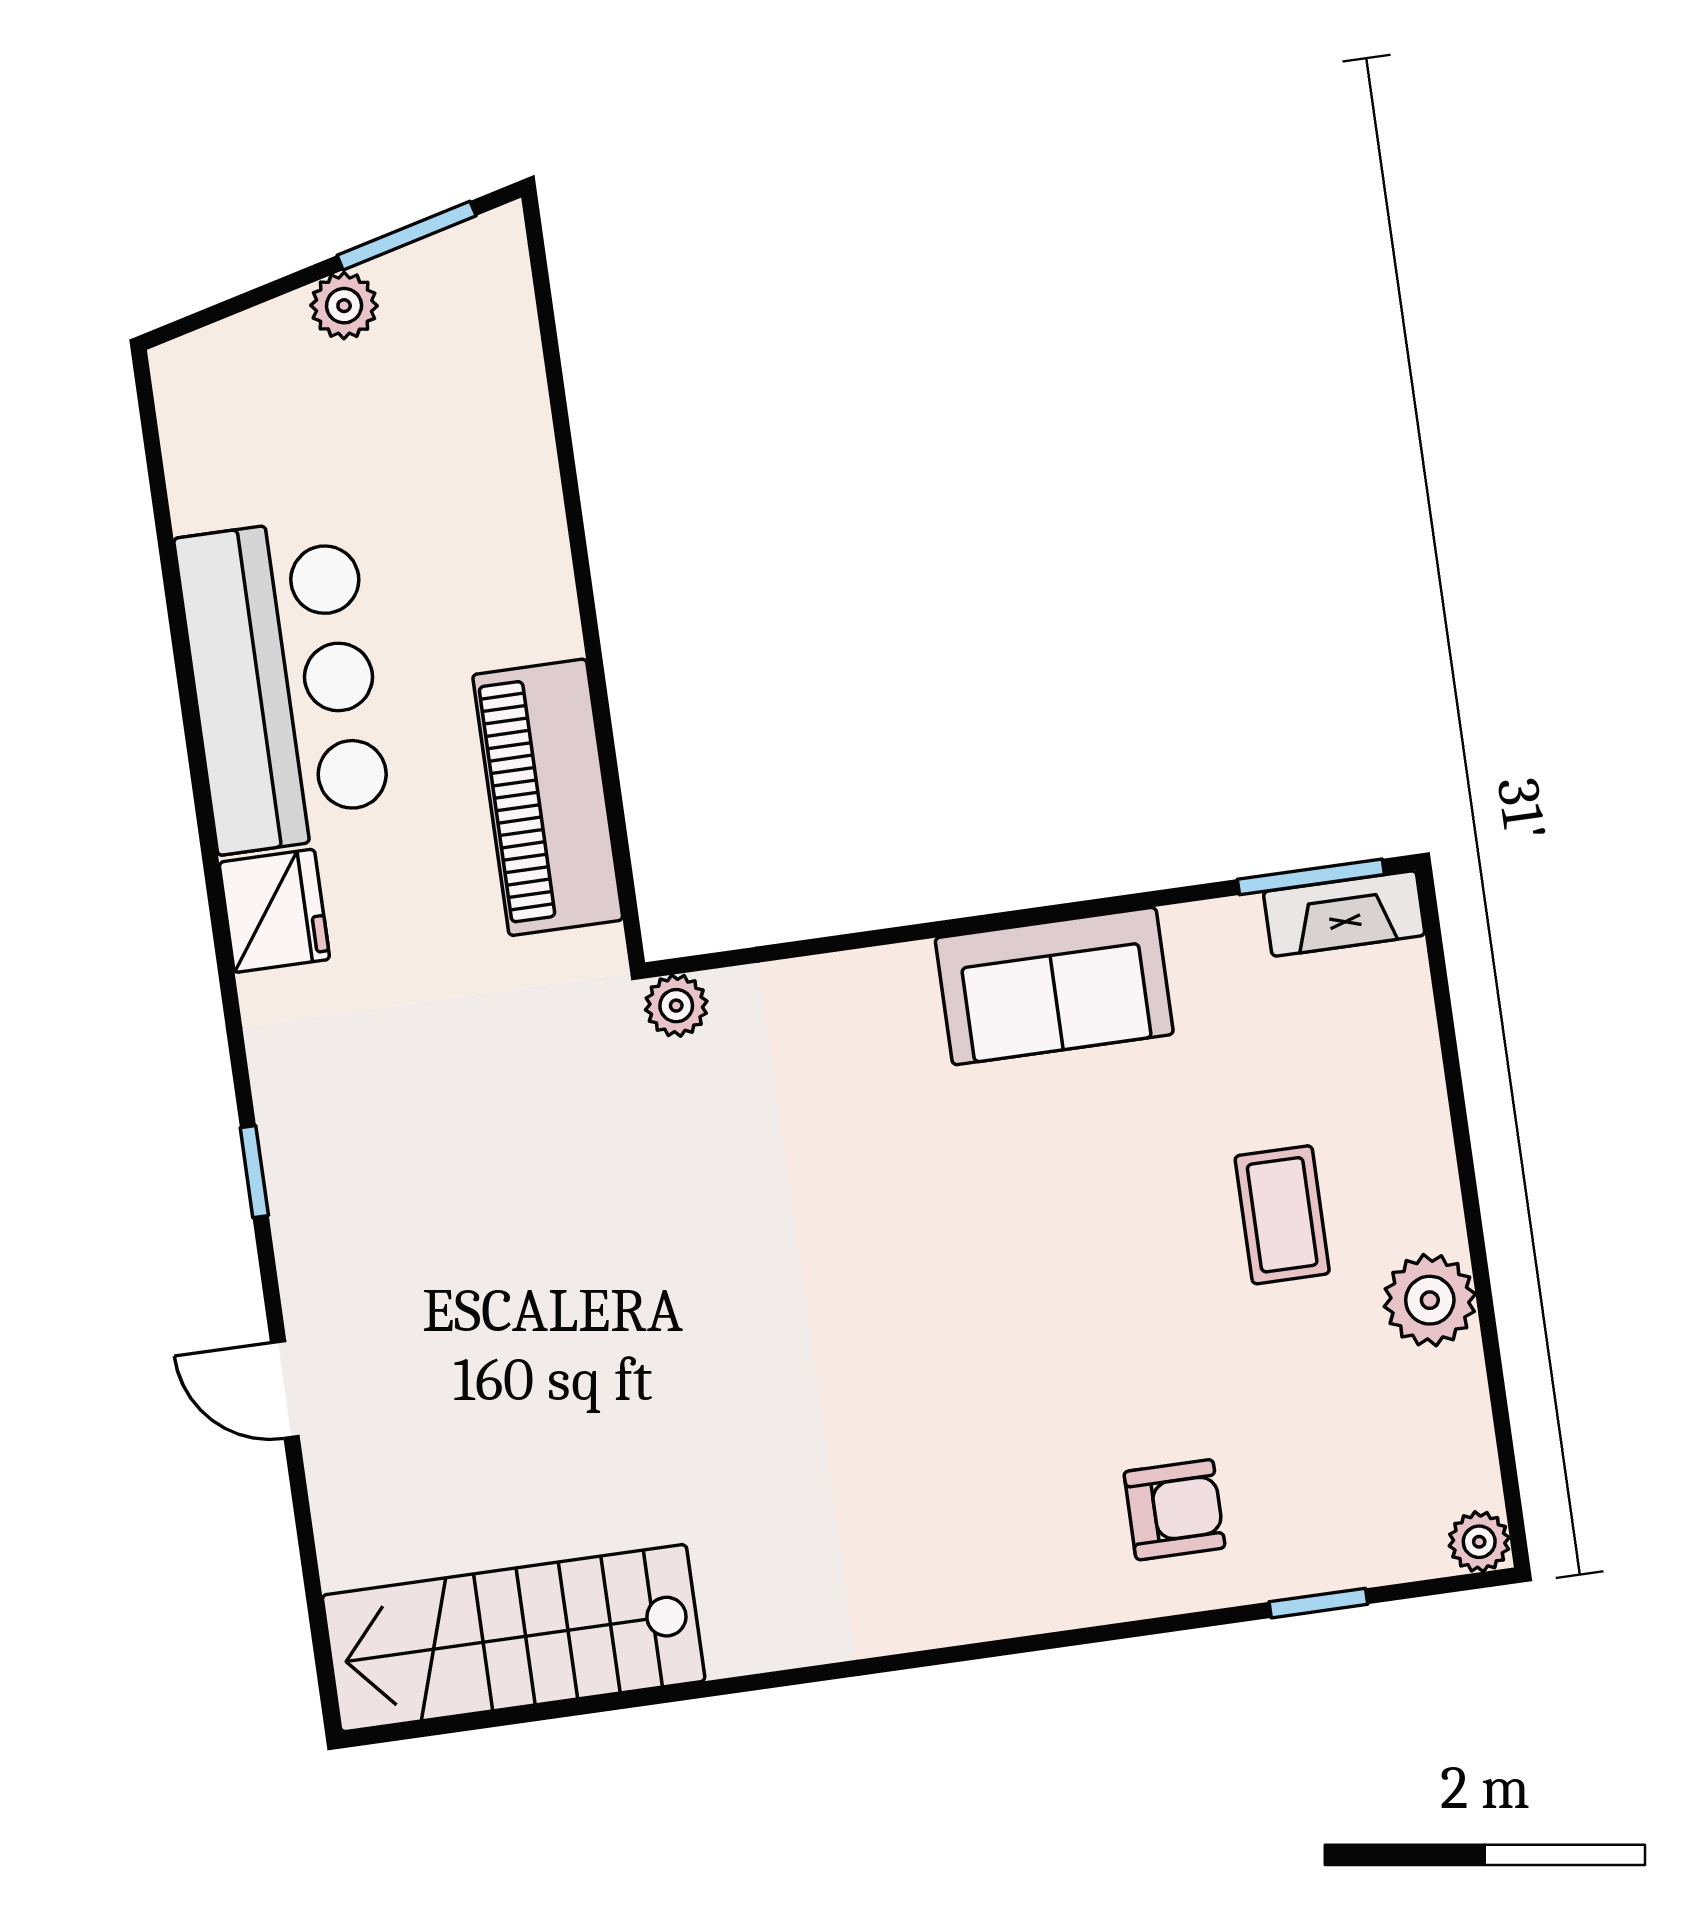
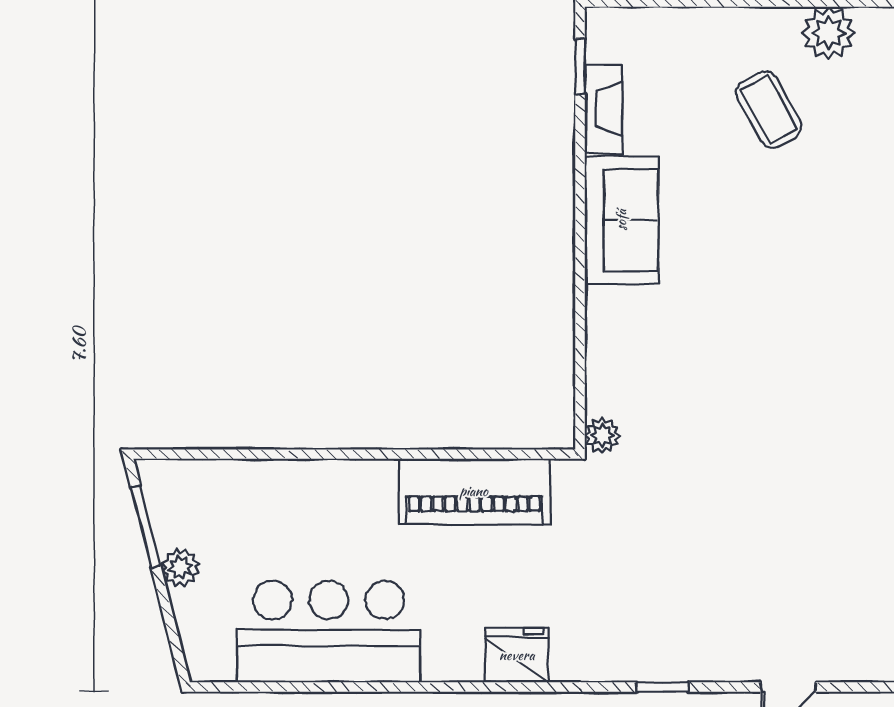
bar counter: (284, 685) -> (329, 632), moved
window: (1311, 877) -> (580, 66), width x0.67
fireplace: (1344, 914) -> (603, 109), moved
coffee table: (1282, 1215) -> (769, 110), turned 61

